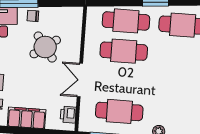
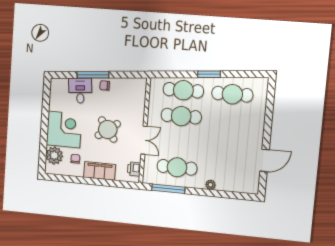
round table: (45, 47) -> (108, 130), moved
double door: (80, 80) -> (144, 140), swing flipped

